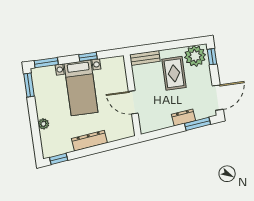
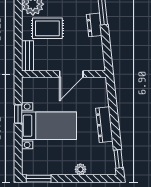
window: (46, 63) -> (18, 158), removed

